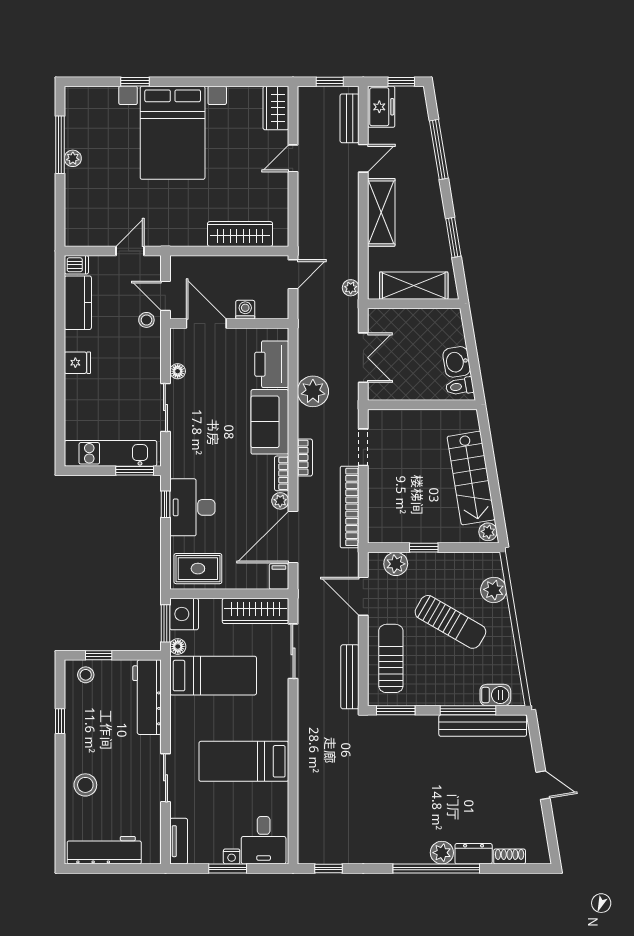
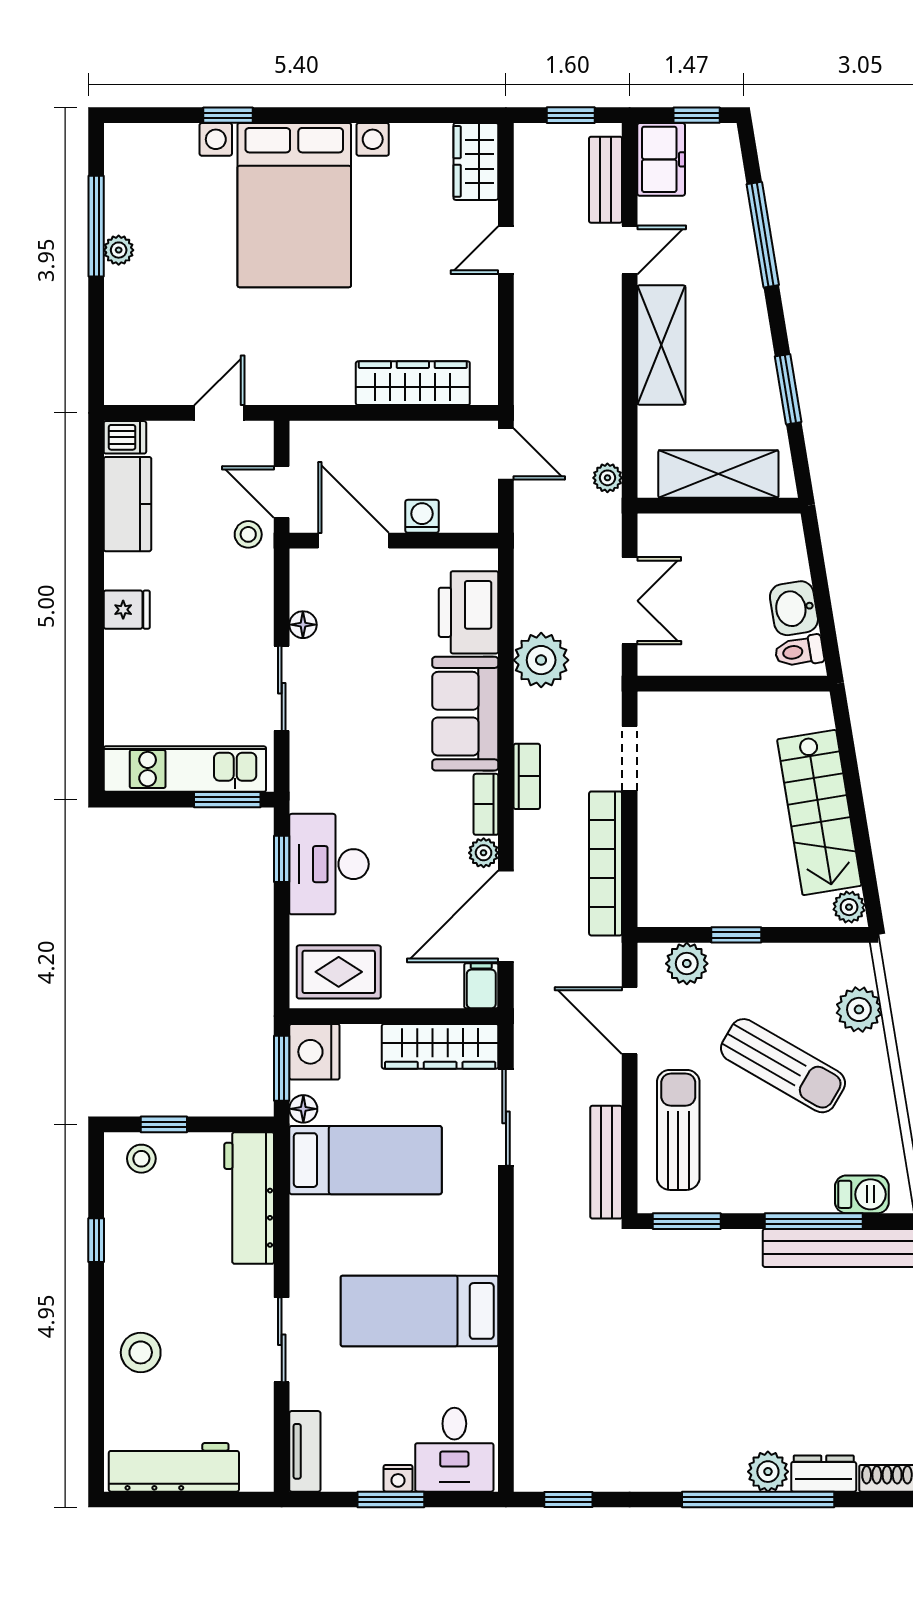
door: (293, 274) -> (506, 454), hinge flipped

